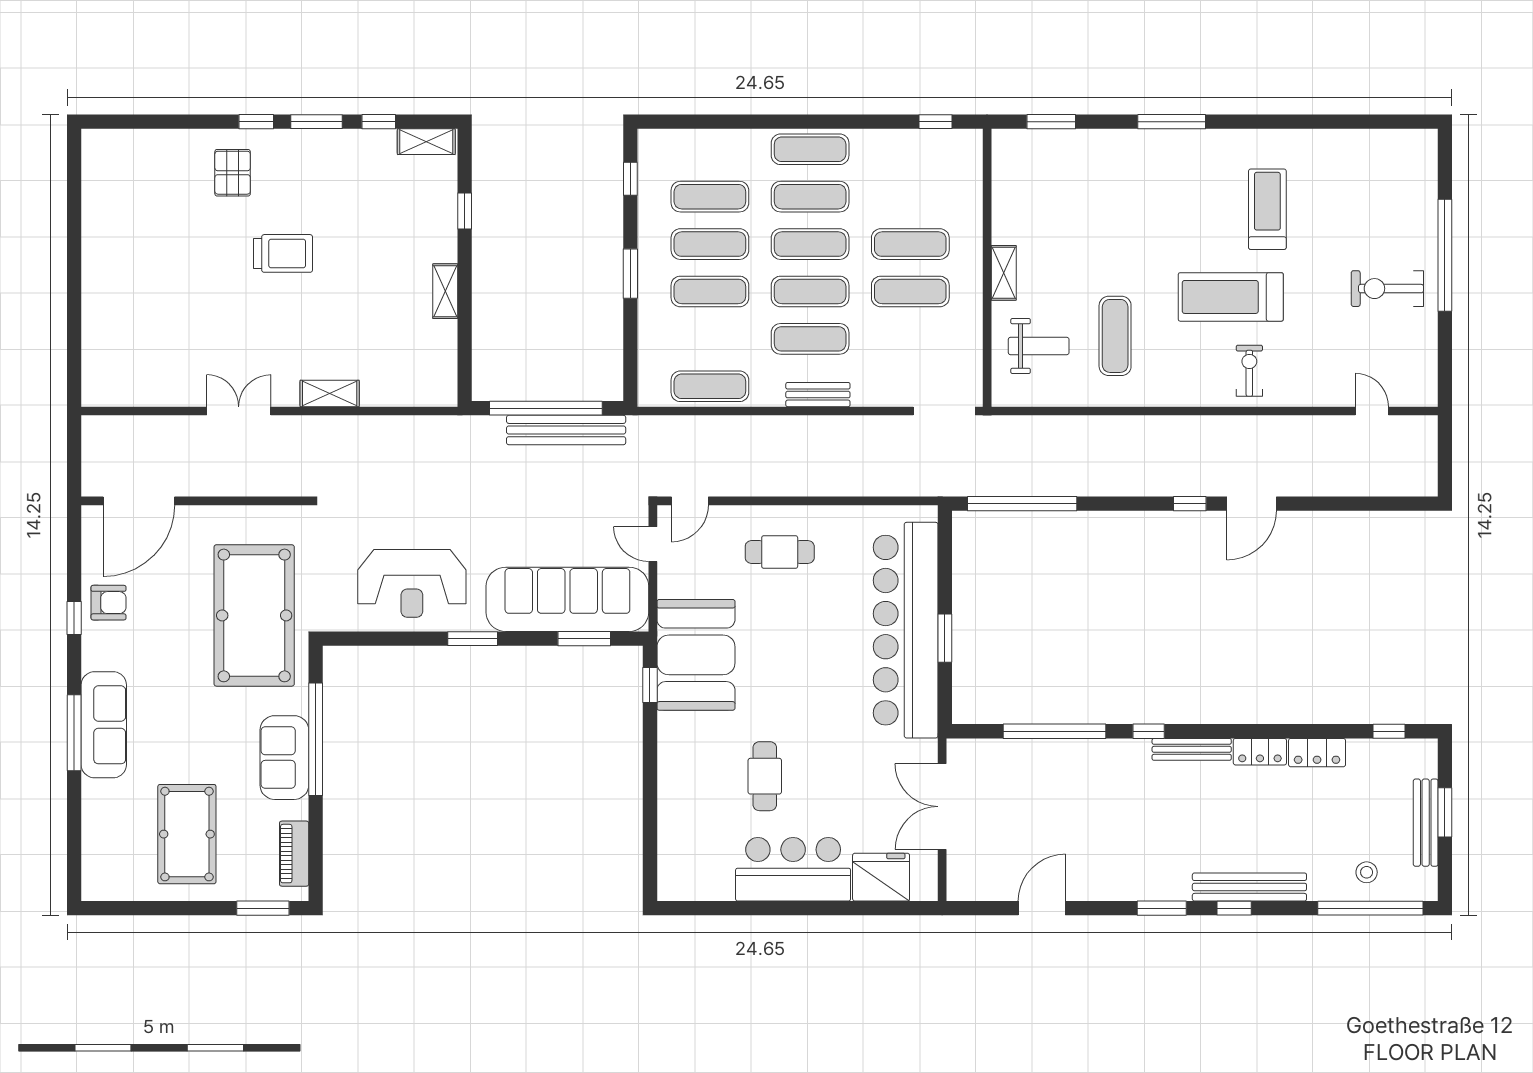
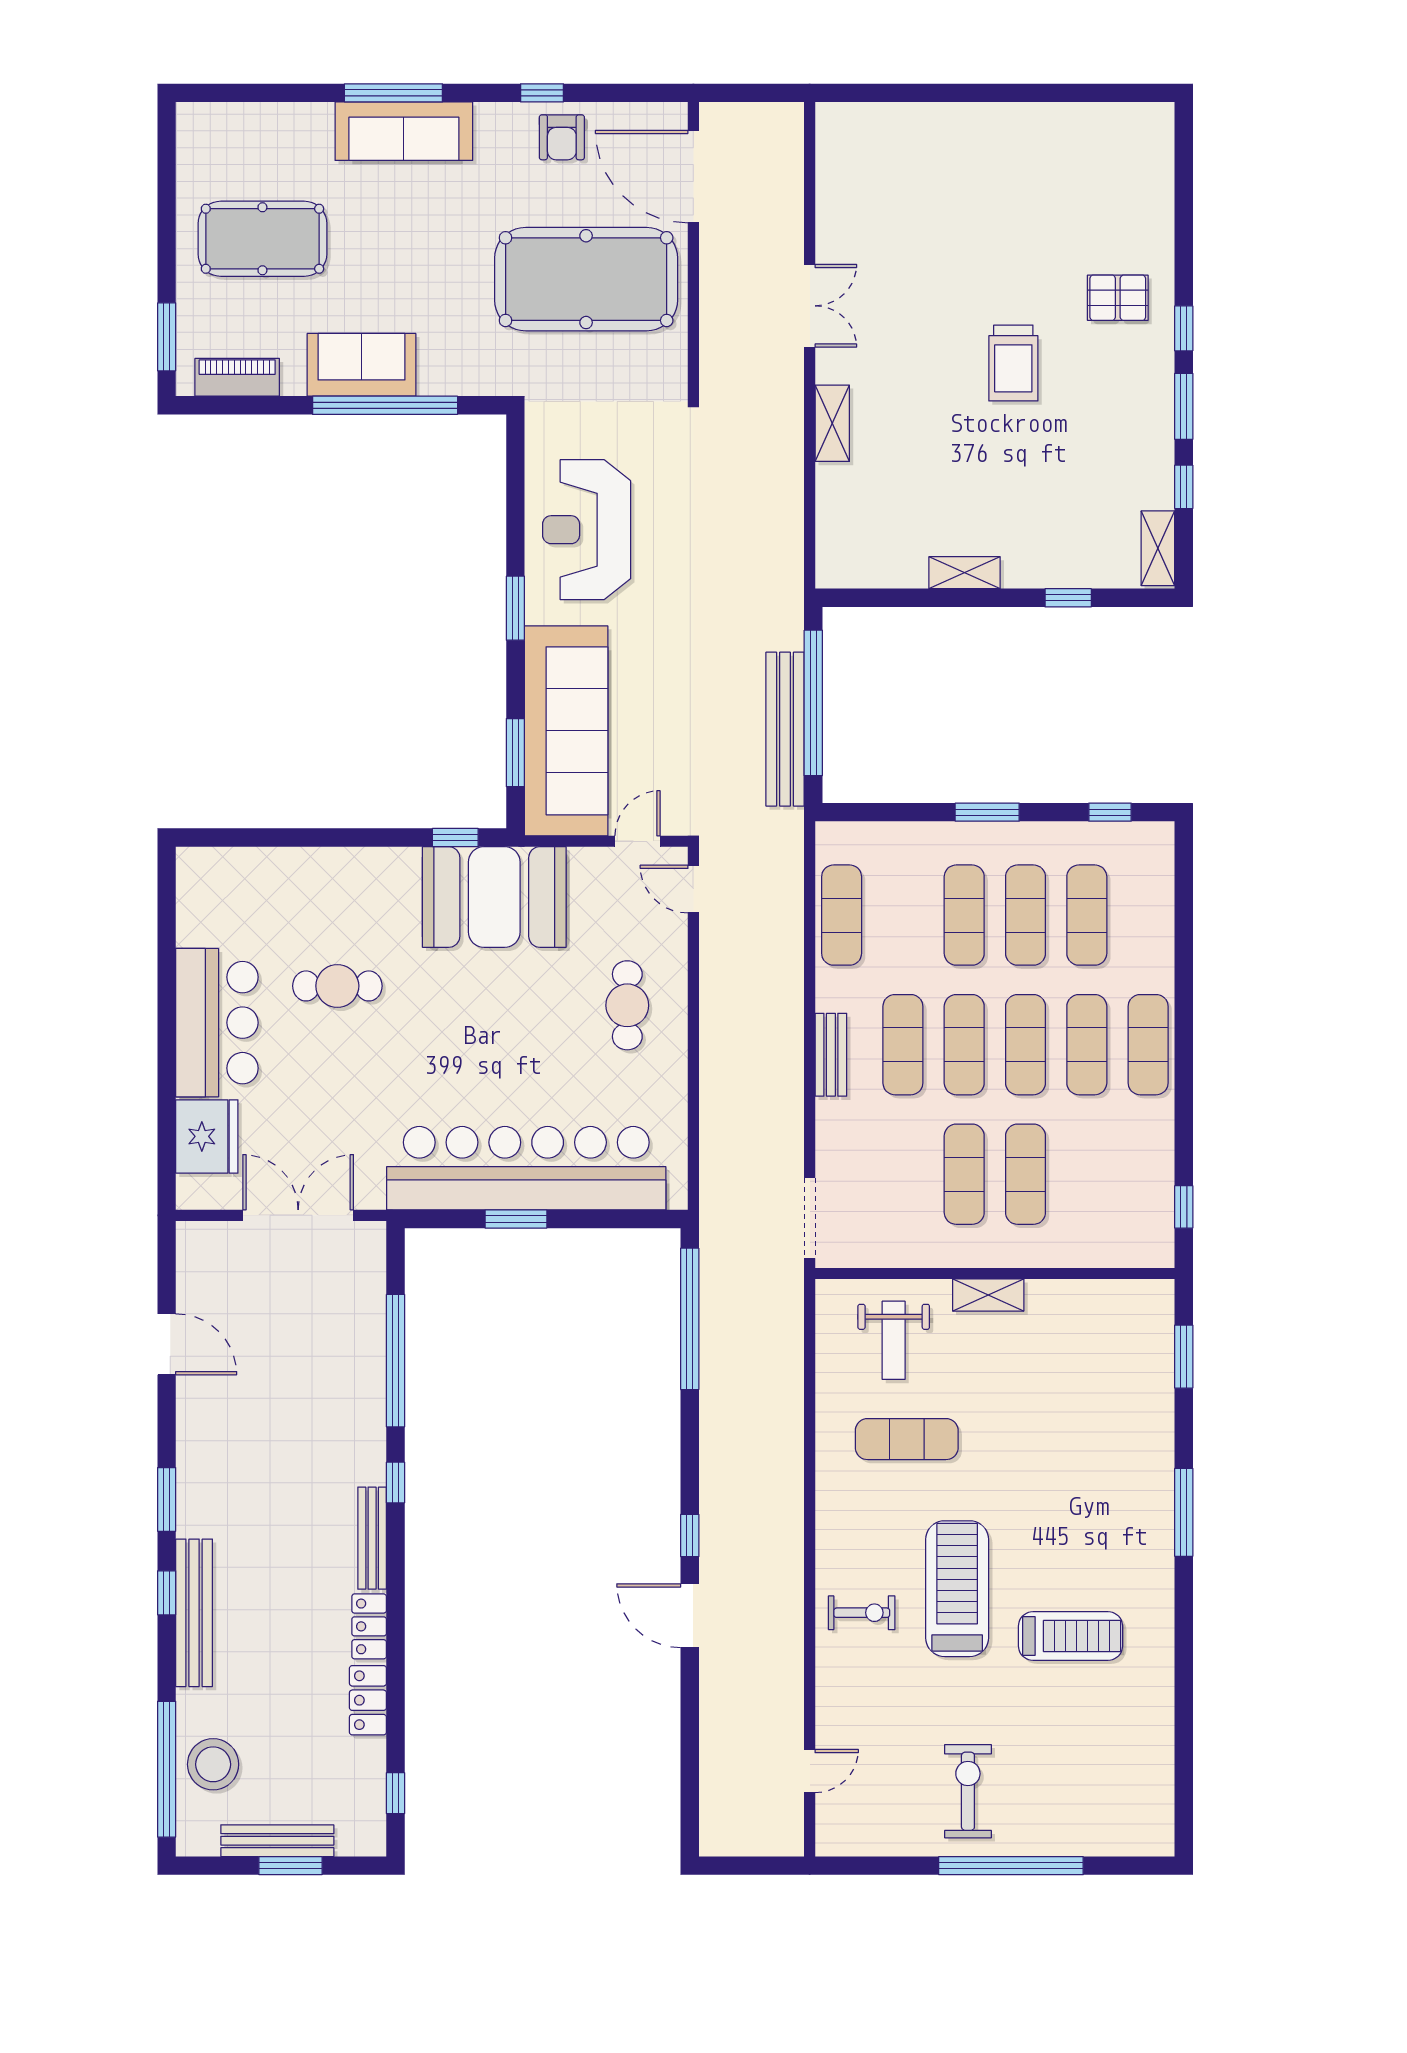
pool table: (254, 615) -> (586, 279), moved
stool: (1367, 872) -> (213, 1764), width x1.89, depth x1.89

